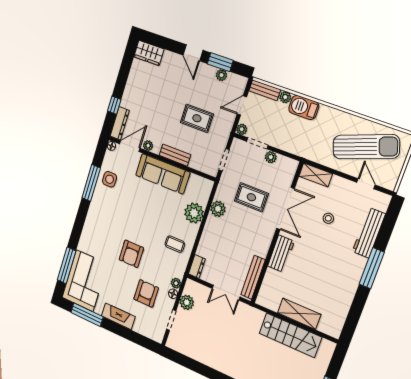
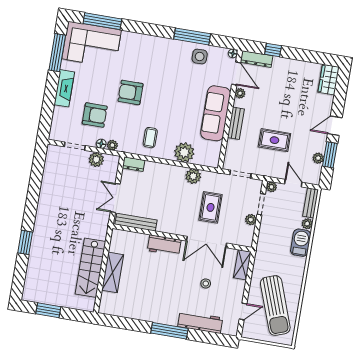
rug: (197, 118) -> (274, 140), turned 90

